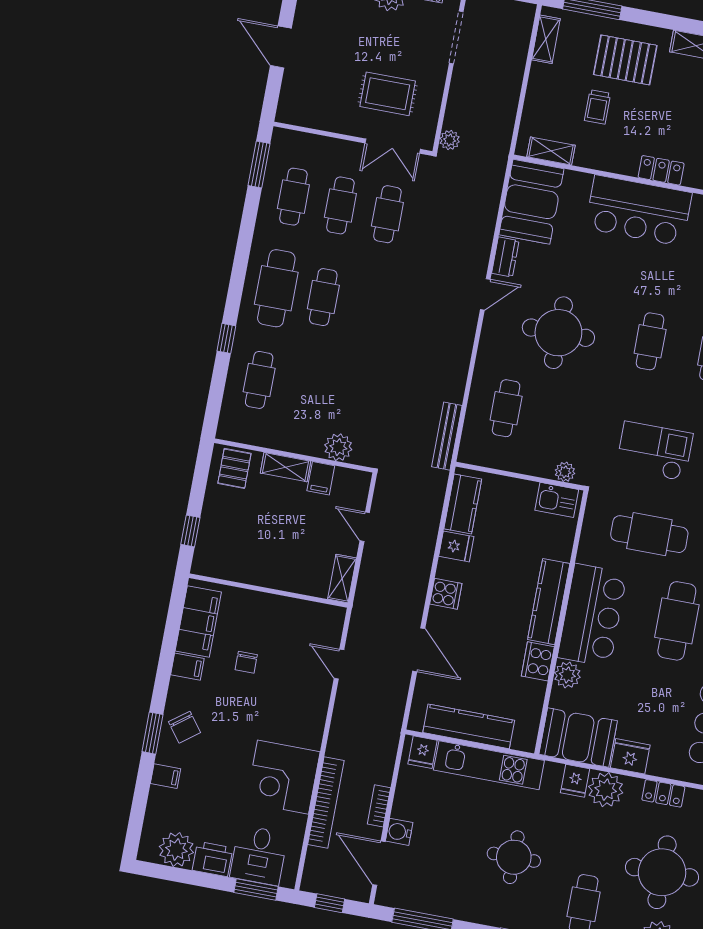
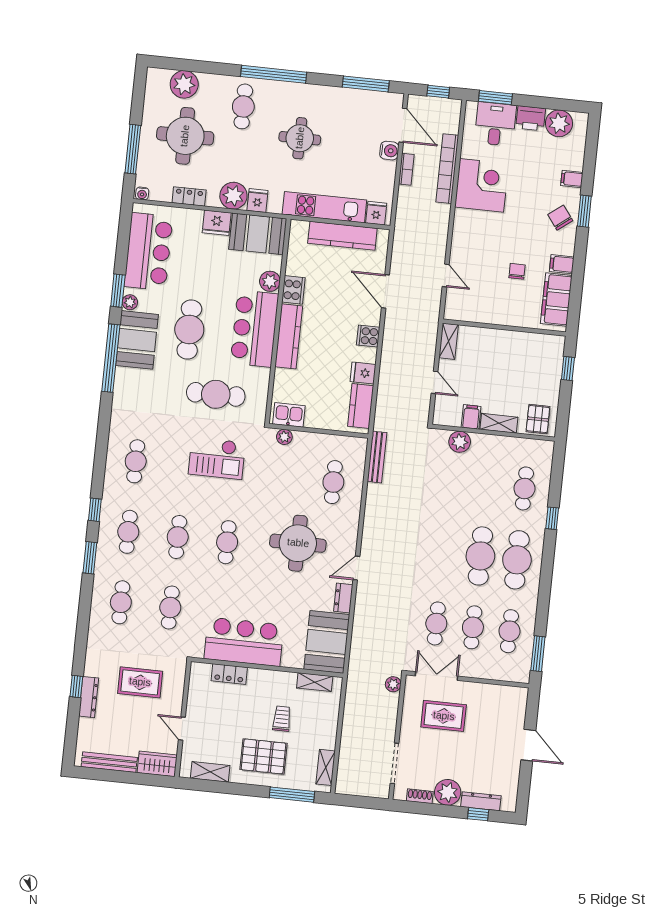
cafe table: (323, 297) -> (480, 556), width x1.37, depth x1.35

